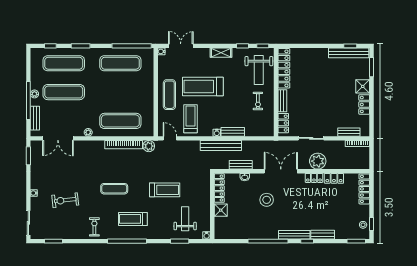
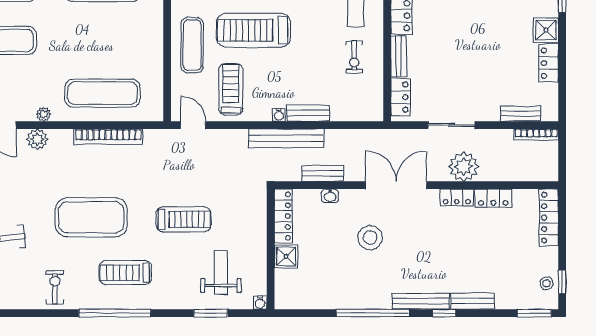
plant: (149, 146) -> (37, 139), moved
exercise mat: (114, 189) -> (91, 217), width x2.00, depth x1.45

